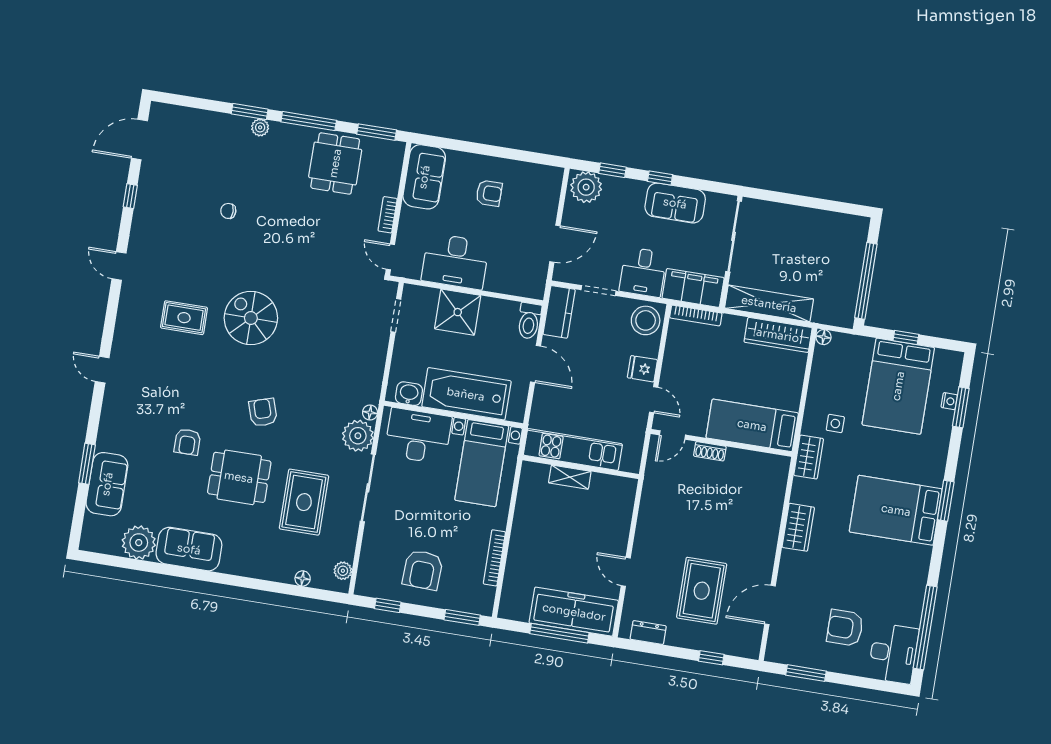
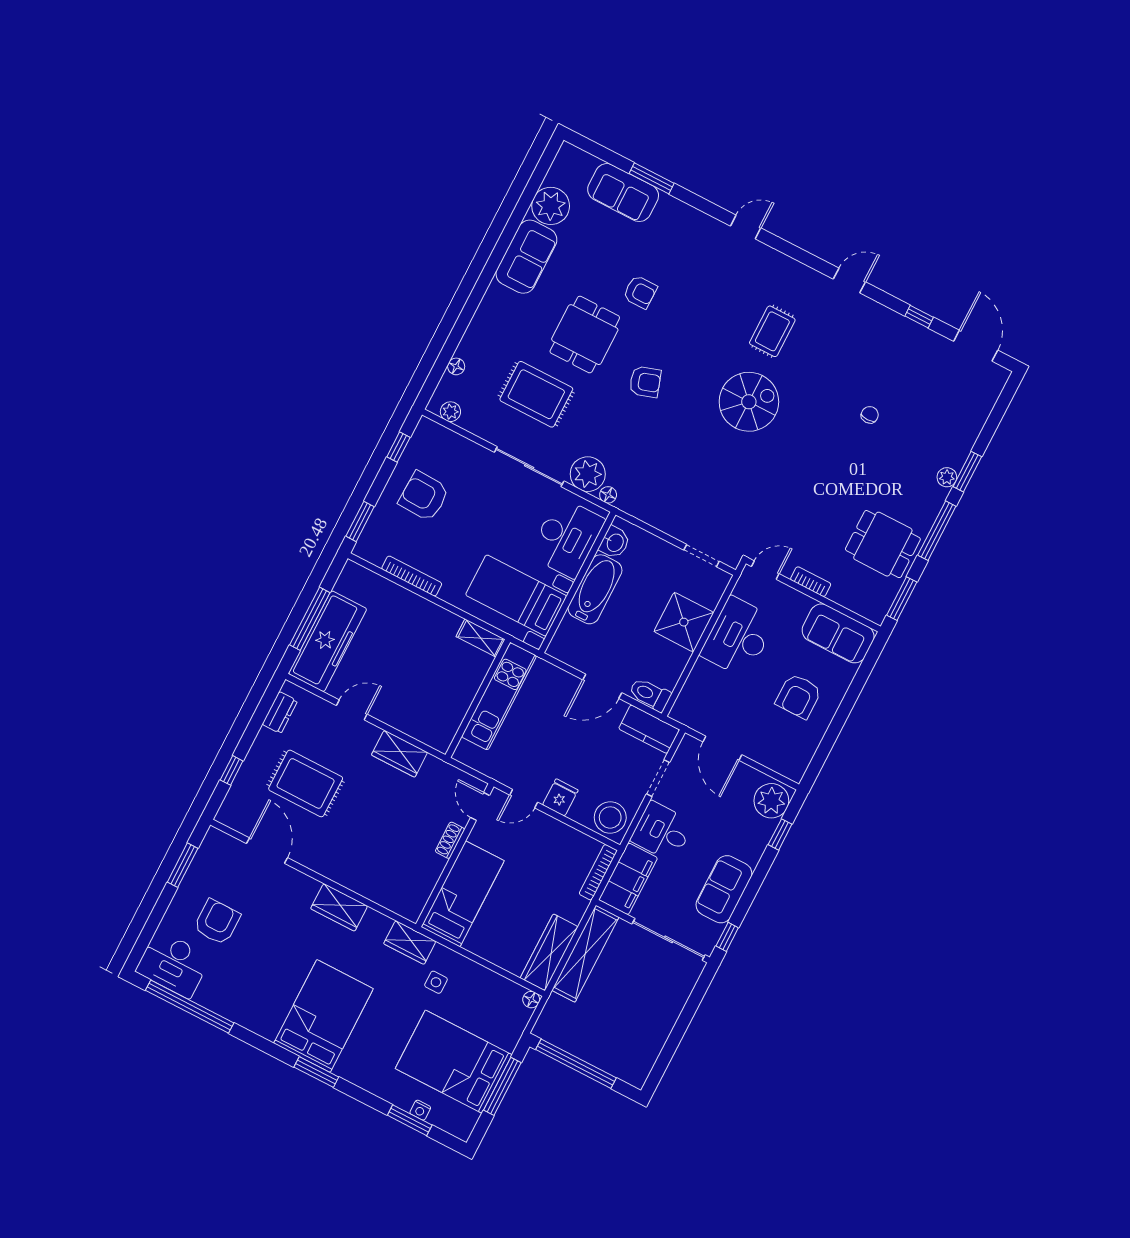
window: (660, 178) -> (727, 937), moved
armchair: (489, 193) -> (799, 696), width x1.38, depth x1.38
window: (906, 337) -> (502, 1086), width x2.17
bathtub: (466, 394) -> (595, 589), width x0.73, depth x0.73
armchair: (187, 442) -> (640, 292), turned 180
shelving: (570, 477) -> (481, 638), moved, turned 90
wardrobe: (650, 519) -> (399, 754), added

